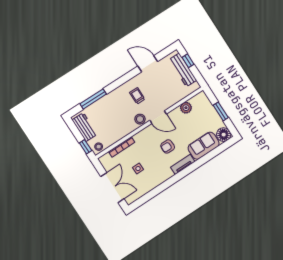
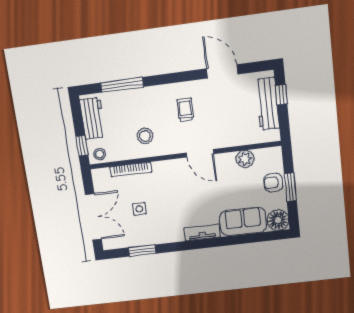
stool: (140, 119) -> (145, 136), moved
armchair: (168, 146) -> (273, 183), moved
window: (152, 194) -> (142, 250), added

